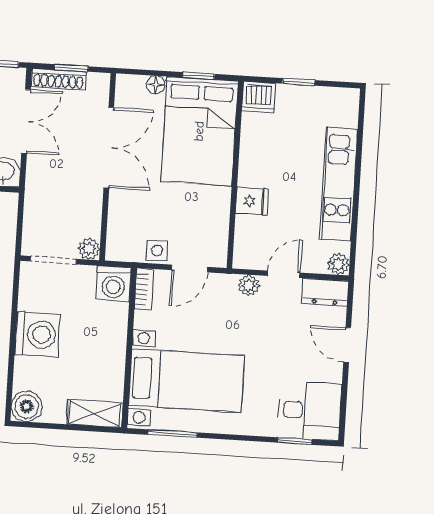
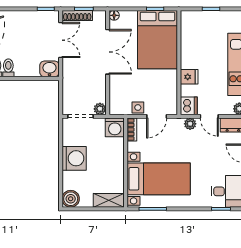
floor lamp: (156, 85) -> (114, 15), moved
dishwasher: (259, 97) -> (189, 106), moved, turned -90
door: (284, 274) -> (209, 116), swing flipped

